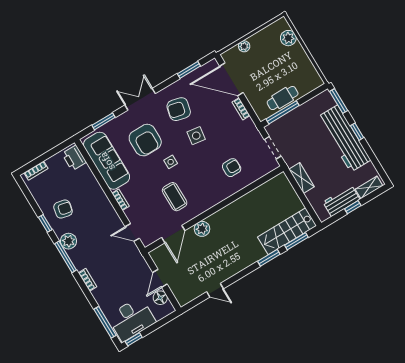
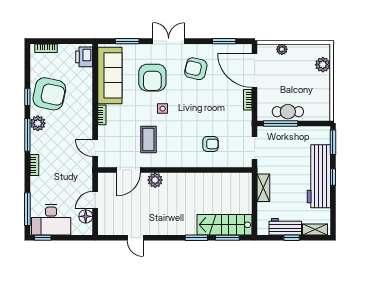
side table: (196, 136) -> (197, 100), removed
armchair: (63, 209) -> (49, 94), width x1.88, depth x1.88

